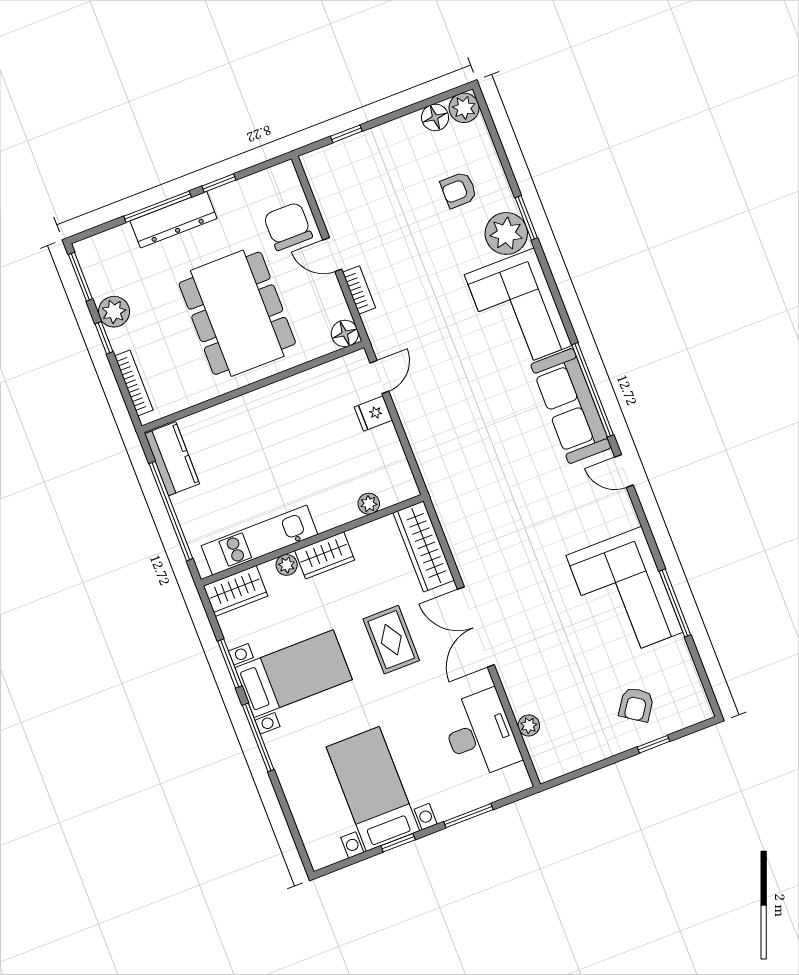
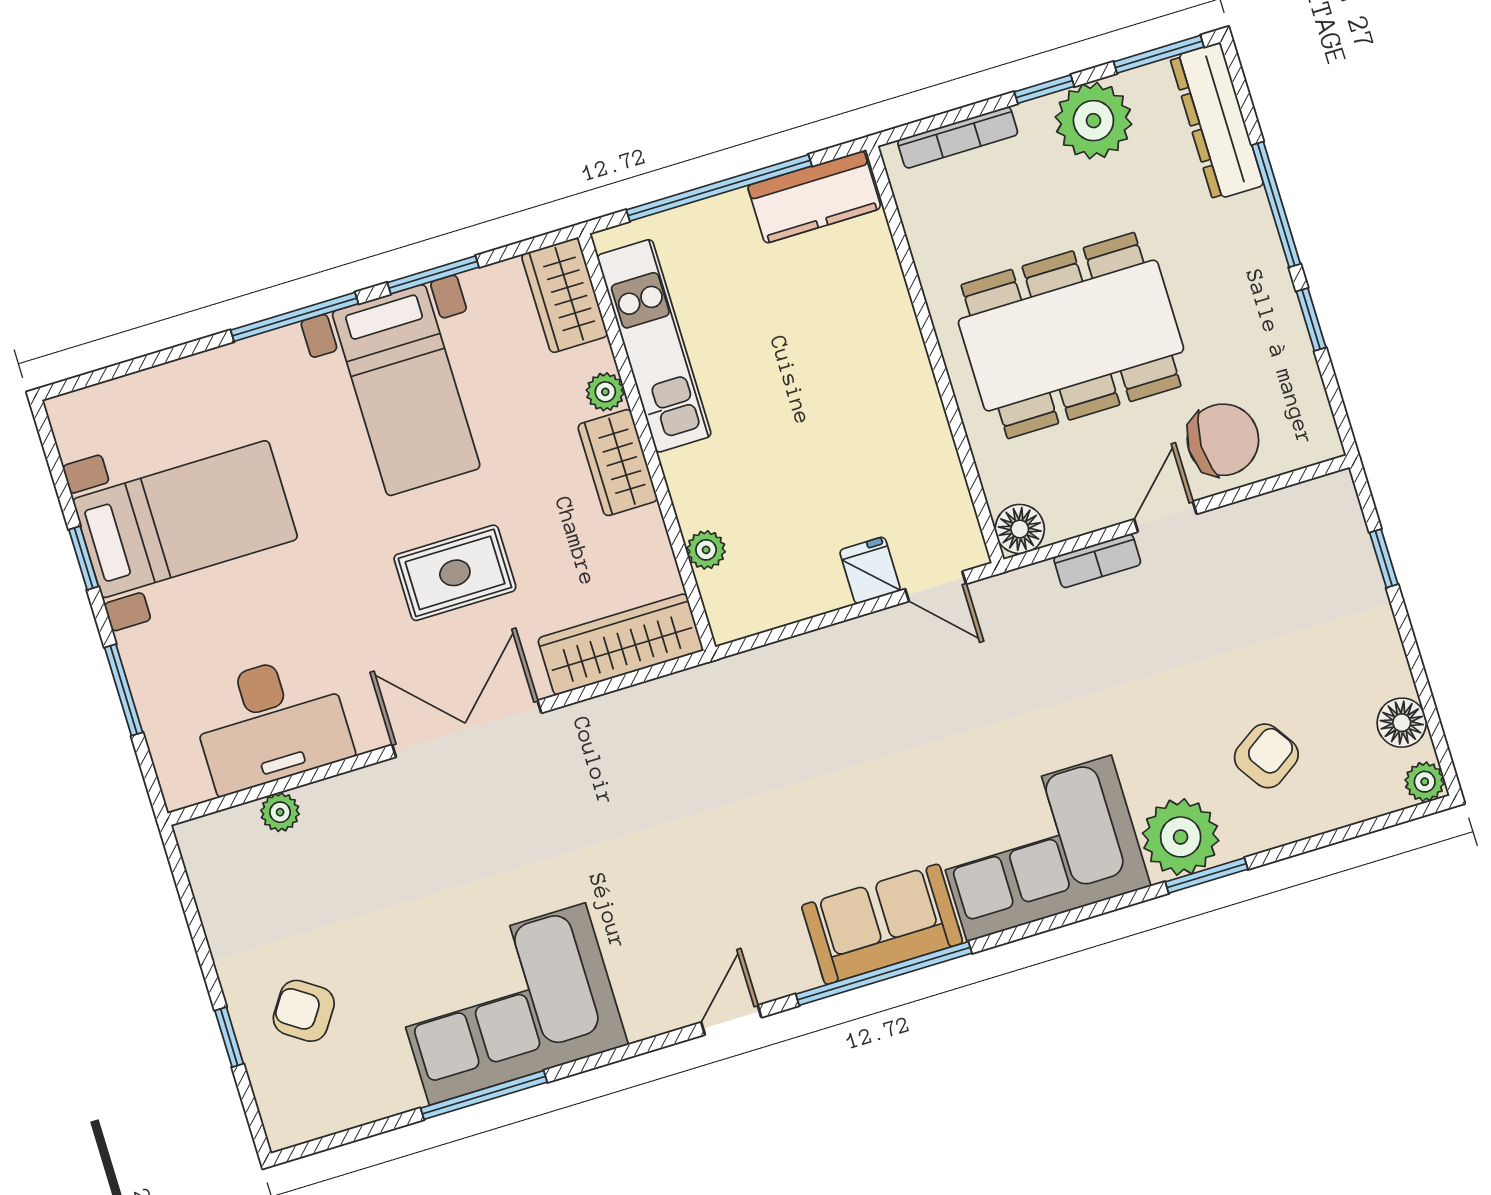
plant: (464, 108) -> (1425, 782), width x0.73, depth x0.73
armchair: (459, 190) -> (1266, 756), turned 56
dresser: (174, 220) -> (1217, 121), moved
plant: (114, 312) -> (1093, 121), width x1.36, depth x1.36
sofa: (571, 406) -> (882, 924), width x0.73

